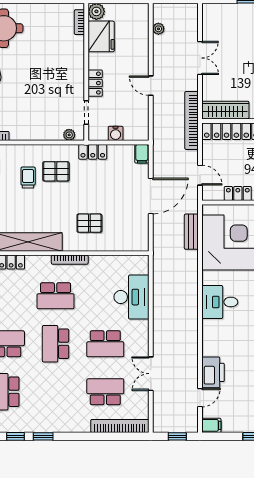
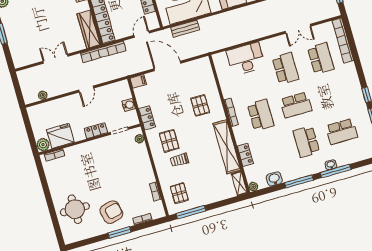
school desk: (105, 392) -> (321, 58), turned 180

